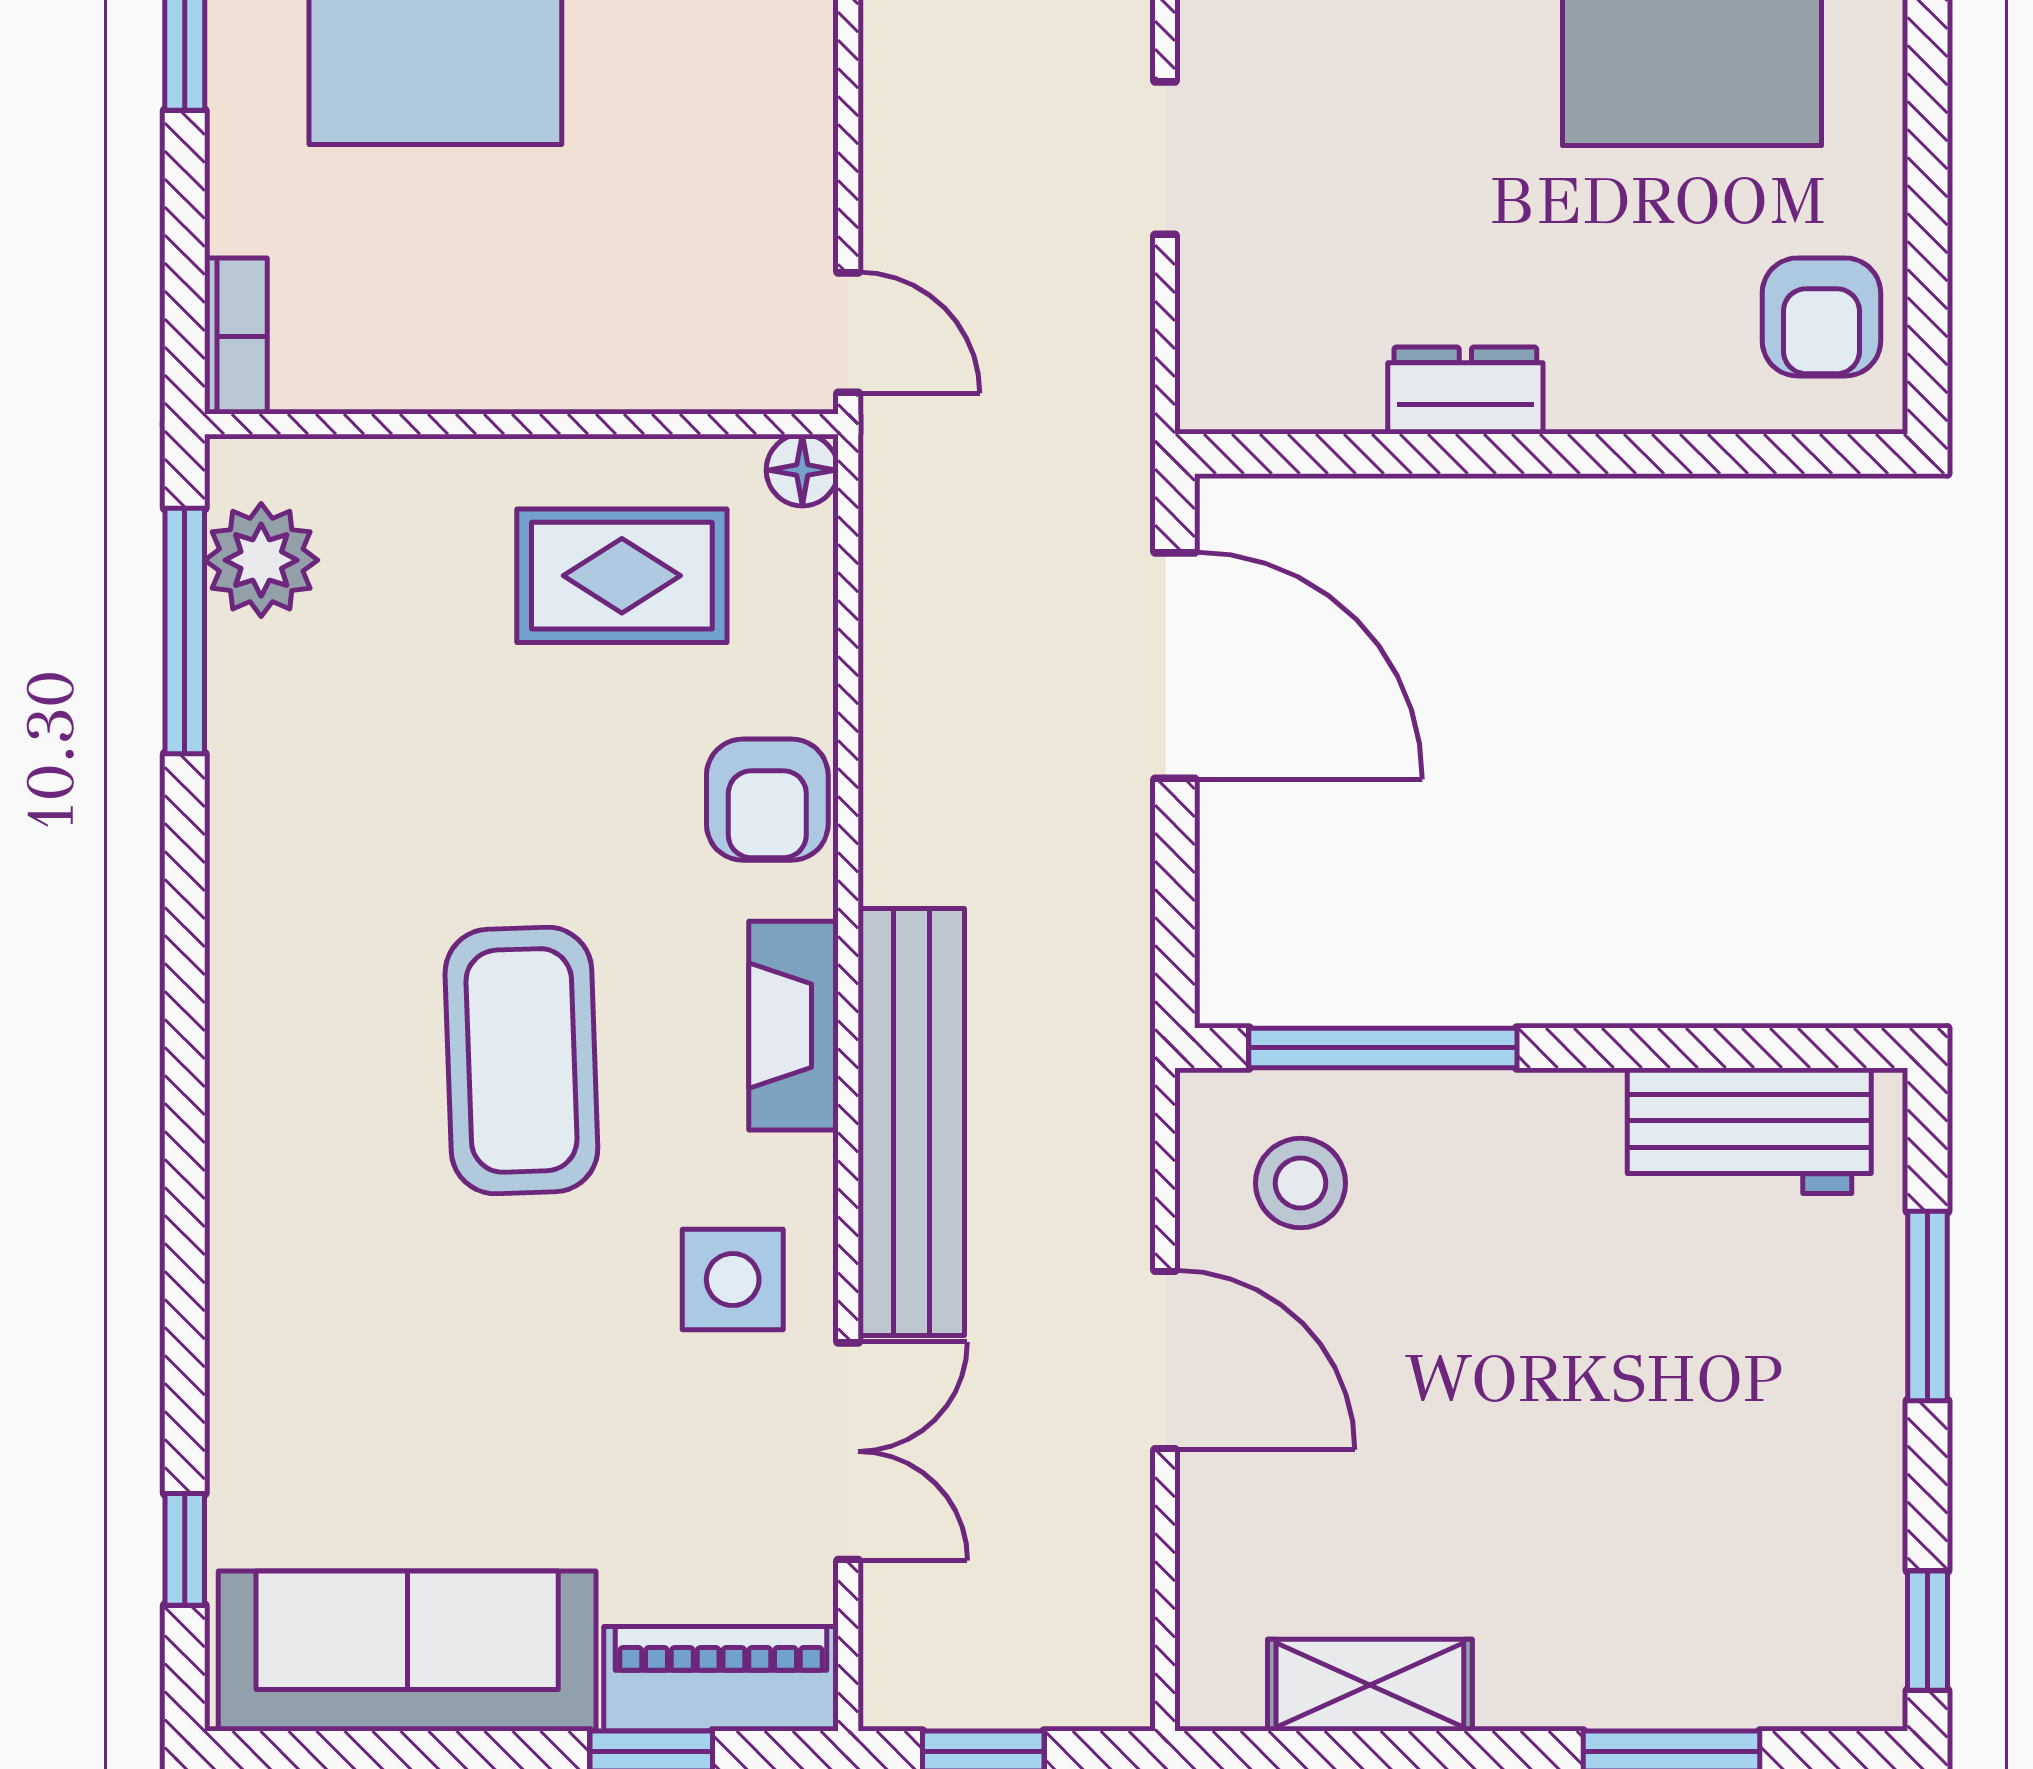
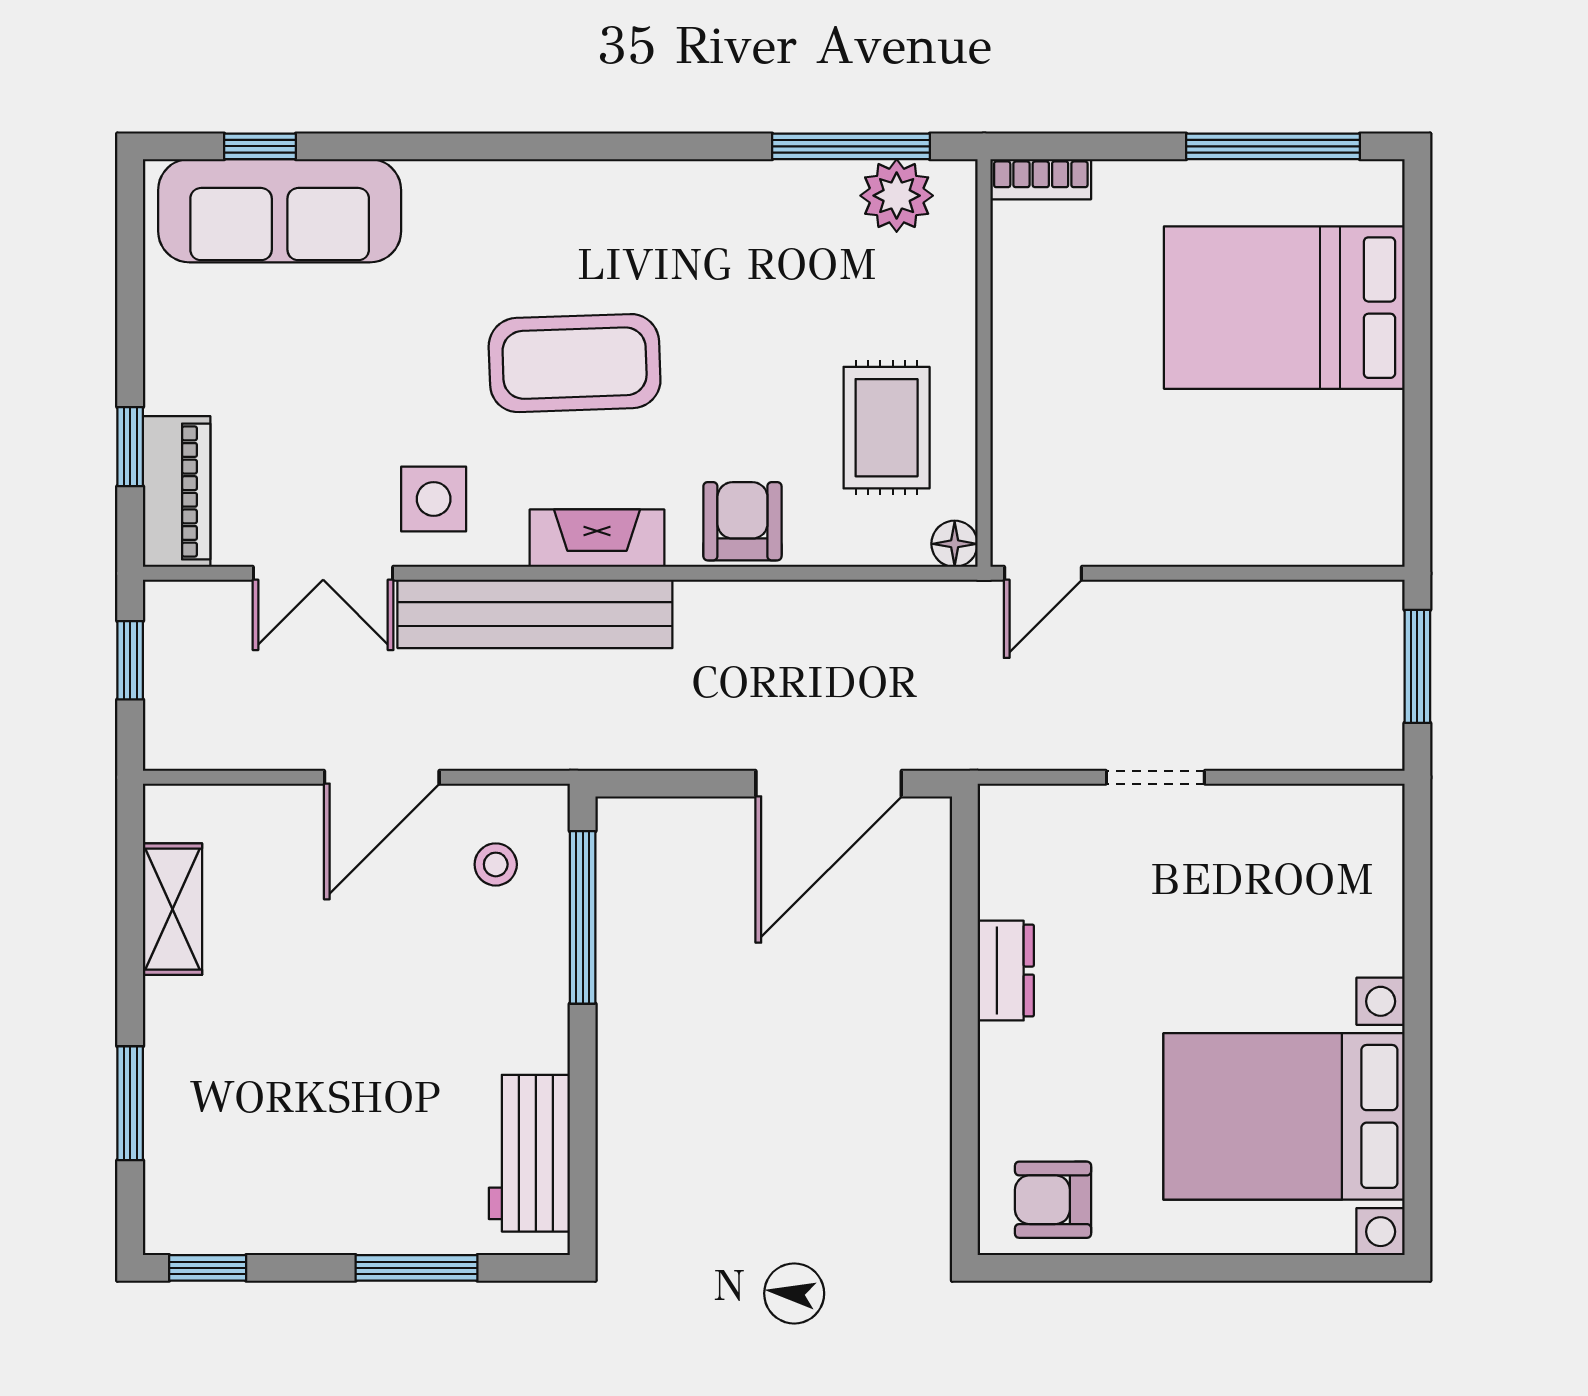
armchair: (767, 800) -> (742, 521), turned 90
stool: (1301, 1183) -> (496, 864), width x0.73, depth x0.73
sofa: (407, 1651) -> (280, 211), moved, turned 90

